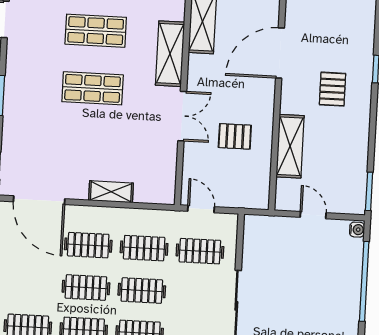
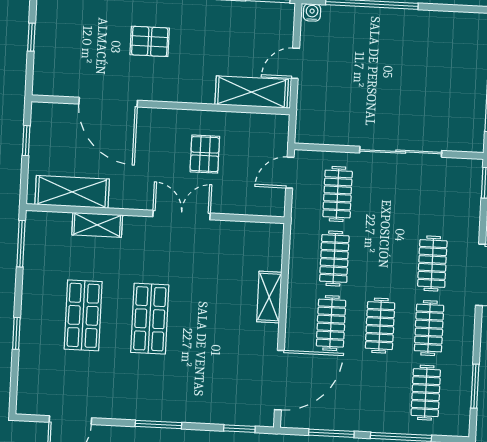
shelving: (170, 54) -> (97, 225), width x0.67, depth x0.75
shelving: (290, 146) -> (252, 92), moved
door: (201, 209) -> (290, 173), moved
clothes rail: (142, 291) -> (383, 261), removed

